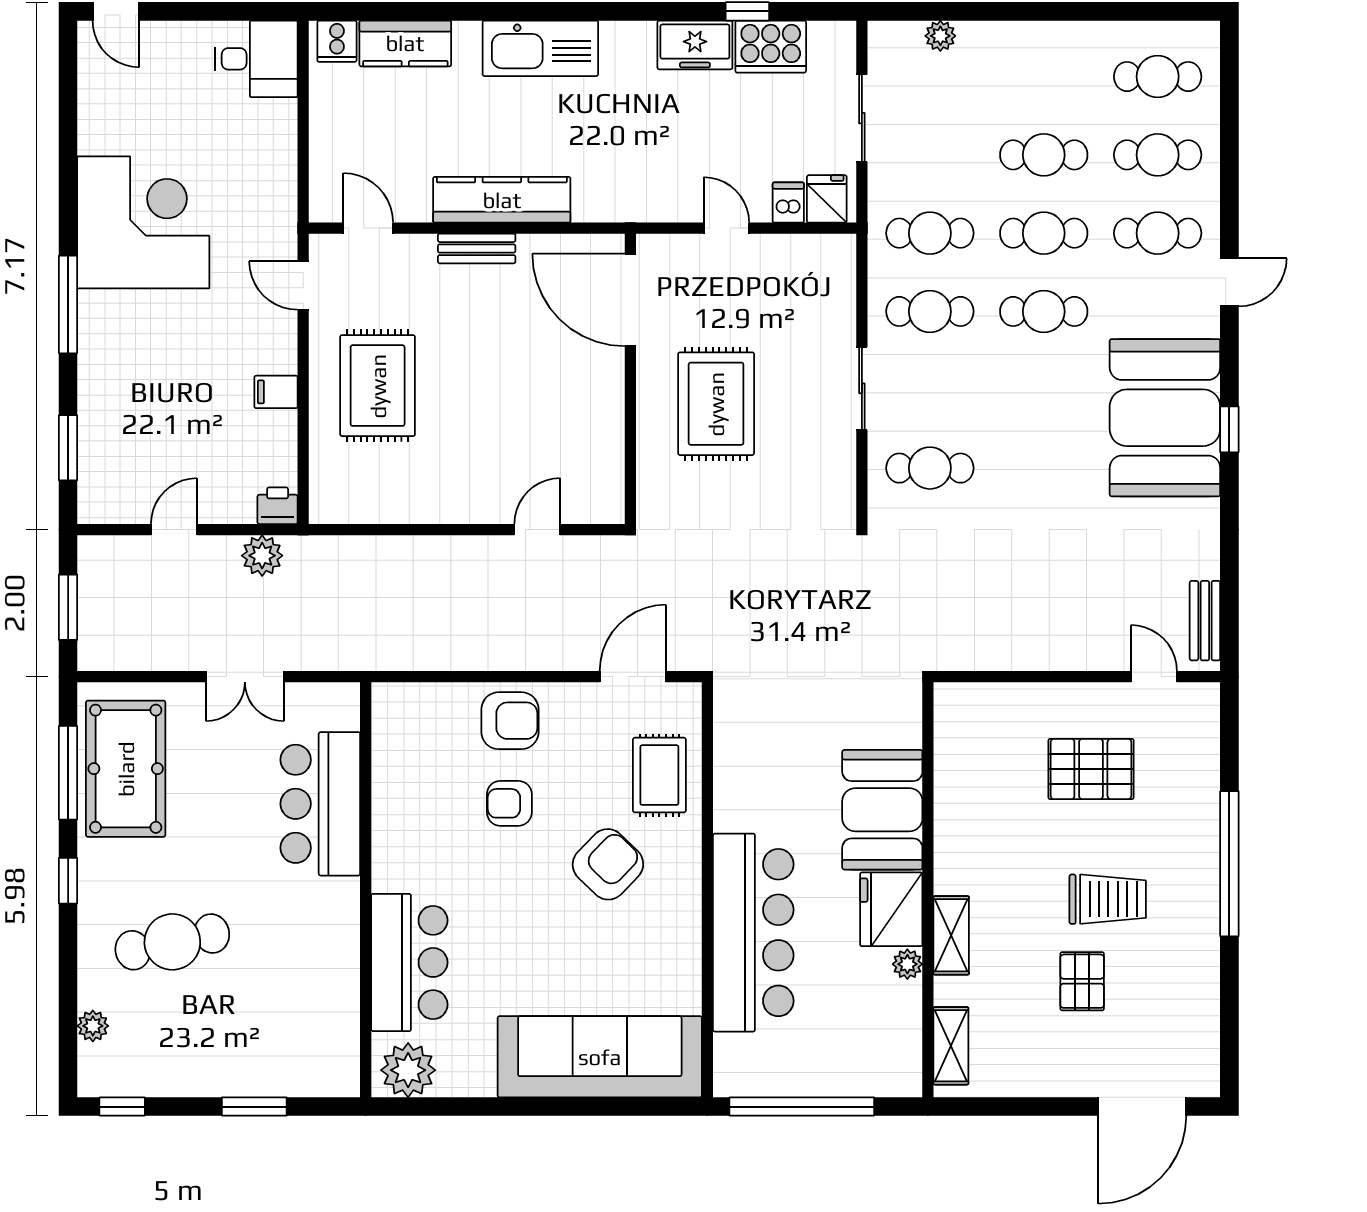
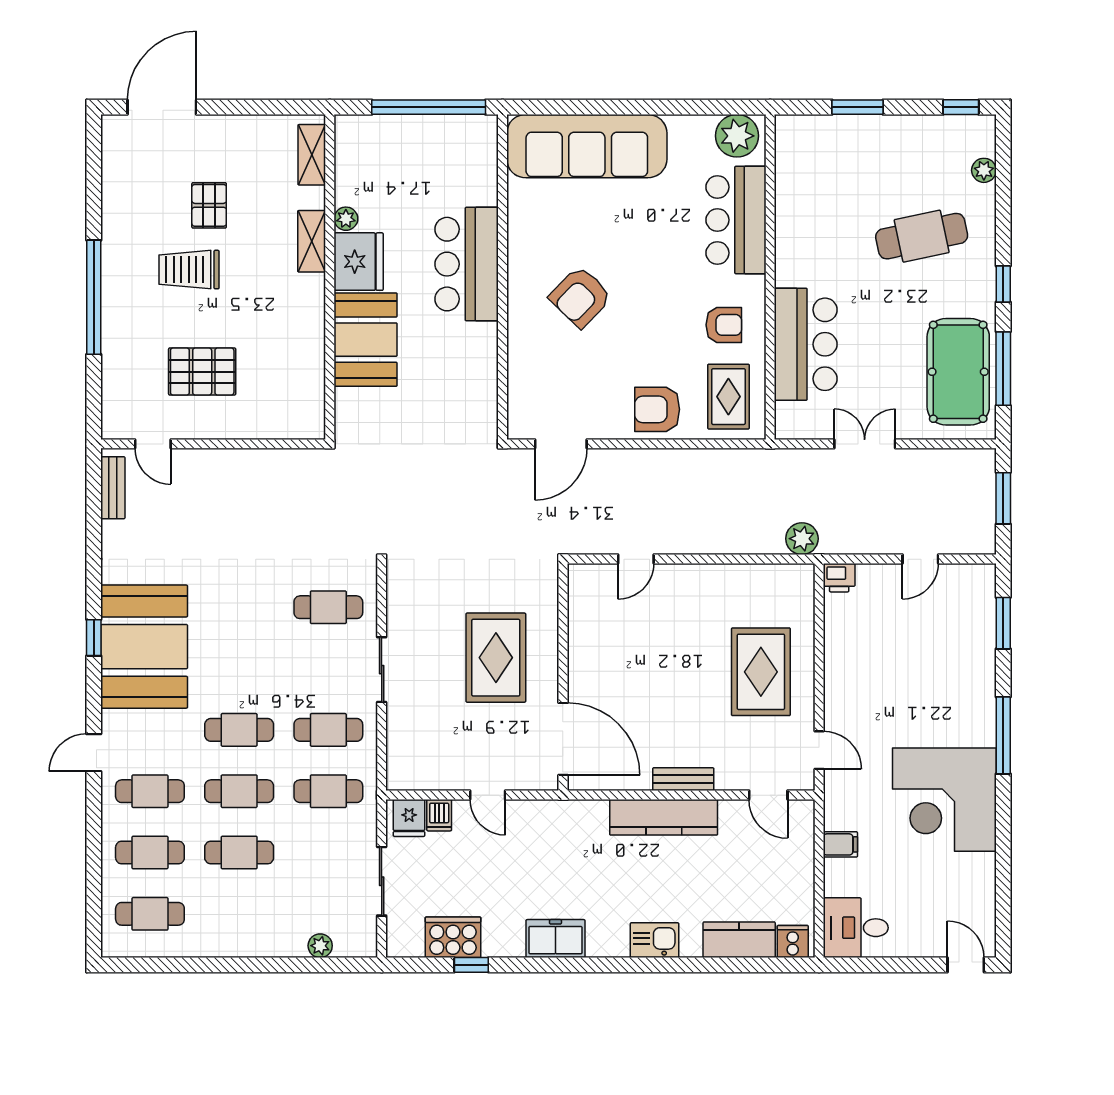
freezer: (695, 45) -> (555, 939), moved
kitchen sink: (540, 48) -> (655, 940), width x0.53, depth x0.81
filing cabinet: (276, 392) -> (840, 844), moved
plant: (262, 556) -> (802, 539), moved
rug: (659, 775) -> (728, 397), moved
armchair: (509, 803) -> (724, 325), moved
bar counter: (753, 933) -> (467, 264), width x0.73

